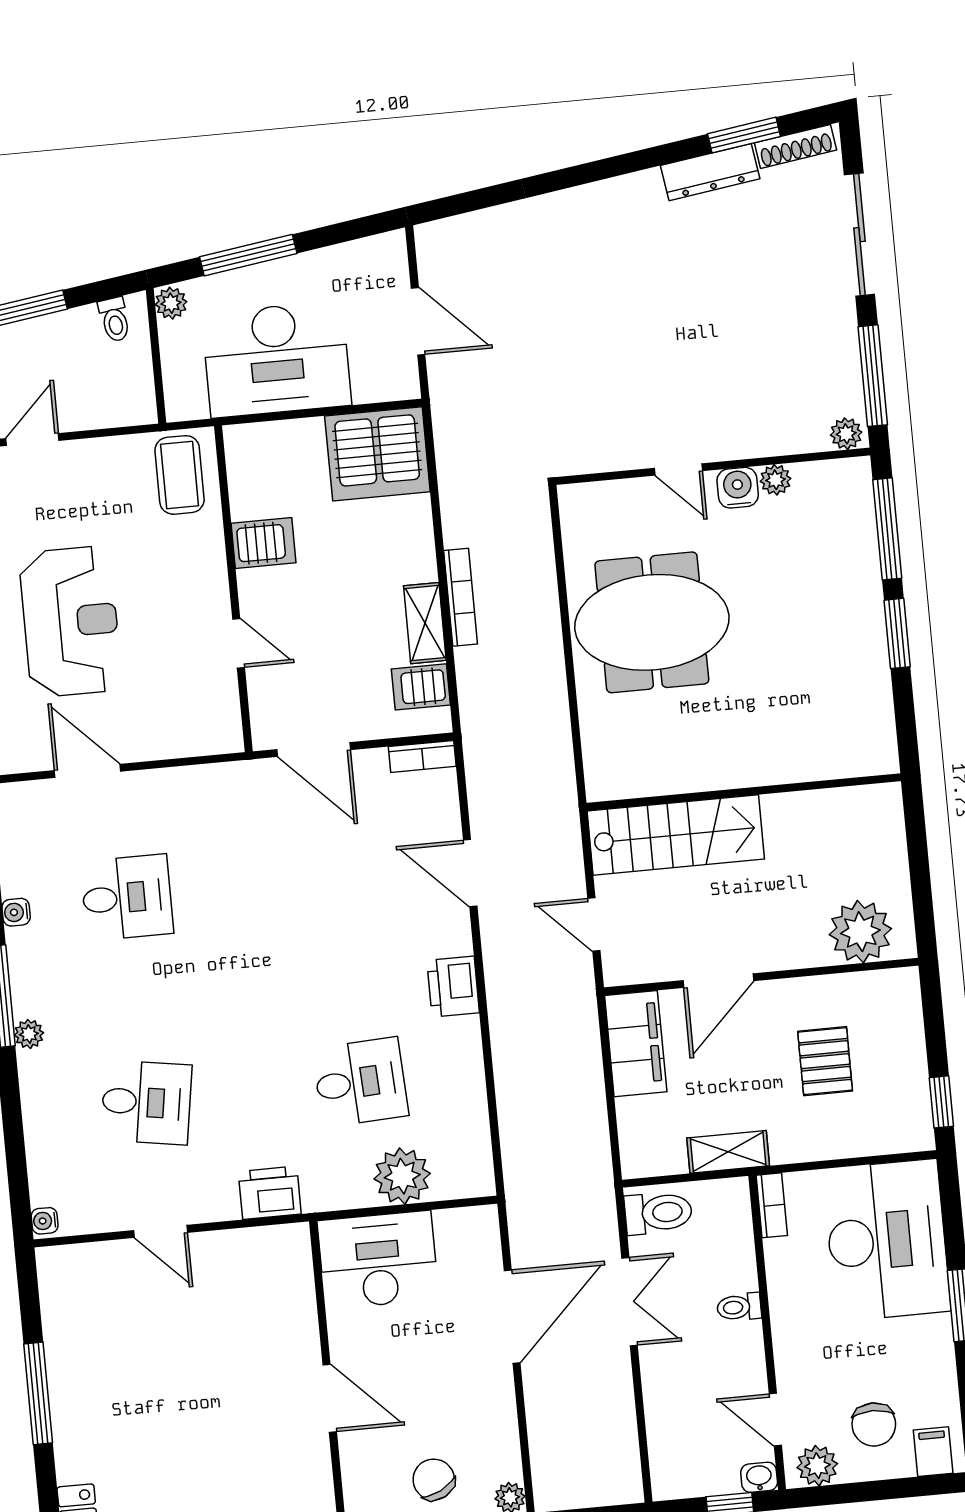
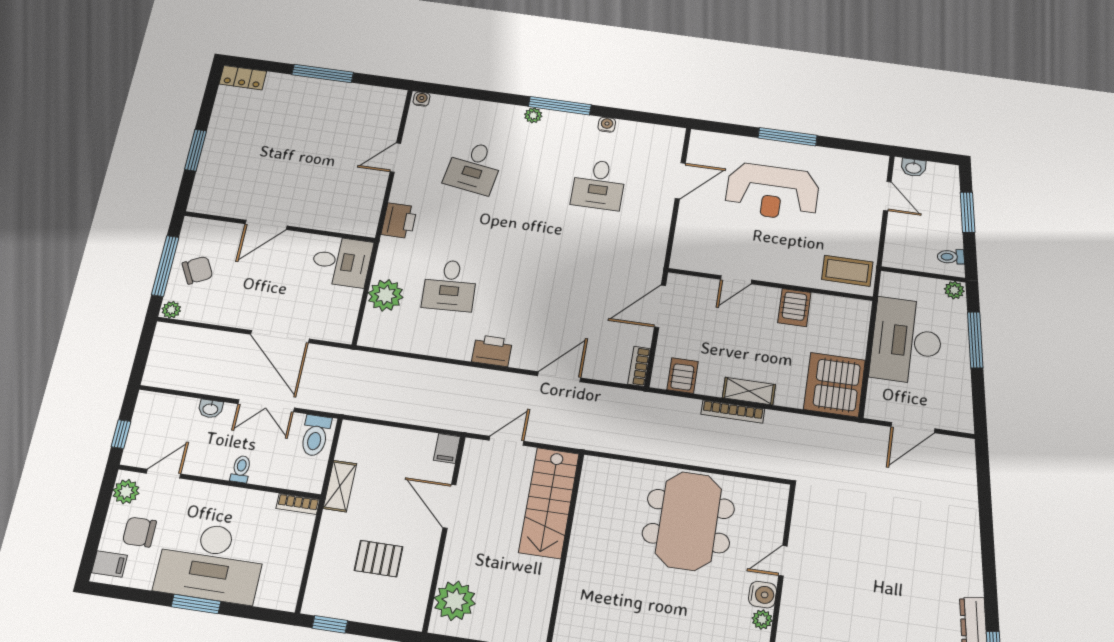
shelving: (425, 623) -> (749, 391), moved
filing cabinet: (636, 1044) -> (447, 448), width x0.33, depth x0.86
desk: (887, 1240) -> (211, 562), moved
desk: (378, 1260) -> (341, 262), width x0.73
washbasin: (759, 1477) -> (210, 409), moved, turned 90

